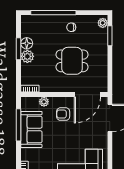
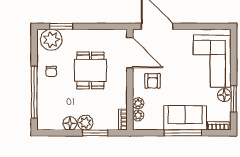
plant: (103, 23) -> (51, 40), width x1.87, depth x1.87
window: (19, 49) -> (95, 133), moved
plant: (33, 102) -> (138, 115), added
window: (19, 125) -> (183, 133), moved
sofa: (31, 129) -> (185, 118), moved

